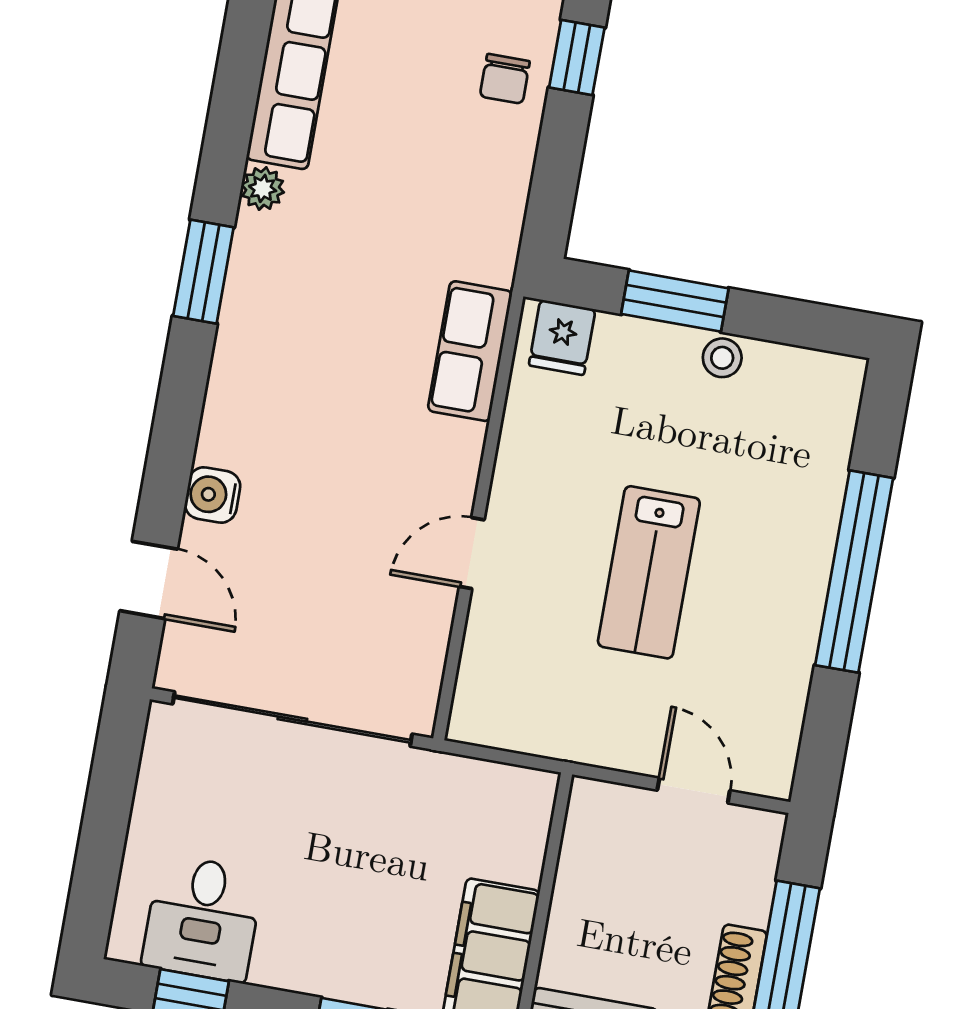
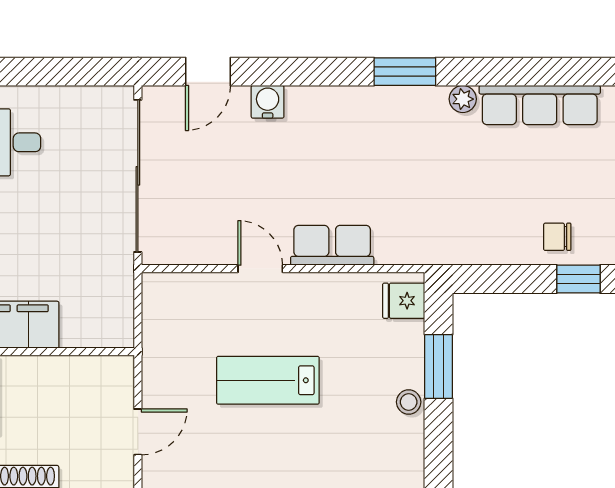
row of seats: (470, 351) -> (332, 245), moved

